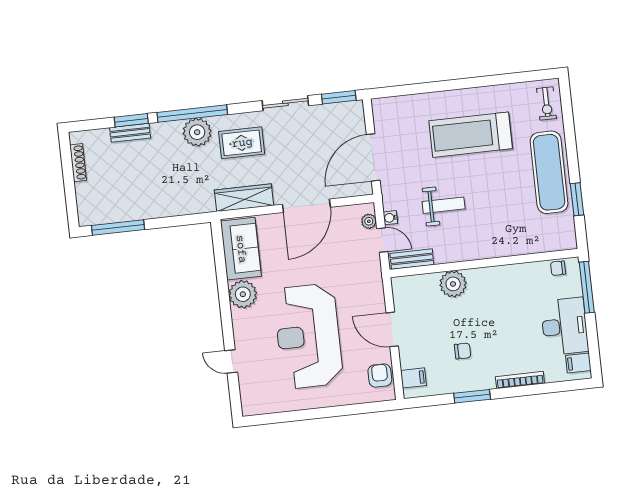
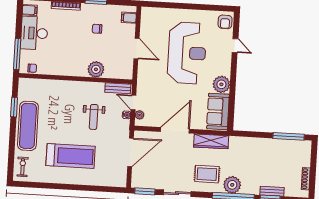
weight bench: (444, 205) -> (94, 117), turned -90
armchair: (380, 375) -> (225, 22), moved

